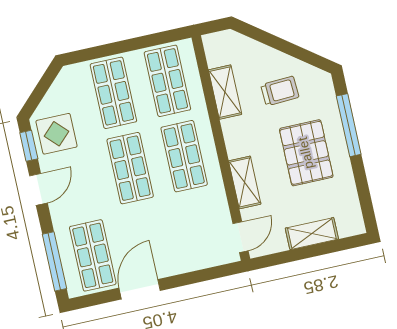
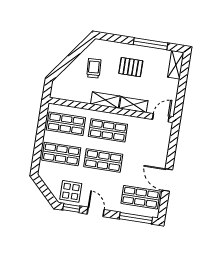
shelving: (225, 92) -> (105, 100), moved
window: (349, 125) -> (151, 44), moved
pallet: (306, 153) -> (131, 67), width x0.67, depth x0.71
shelving: (312, 234) -> (176, 65), moved
door: (241, 237) -> (161, 118), hinge flipped

